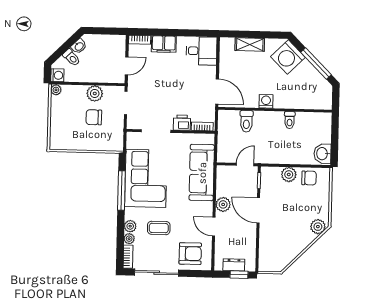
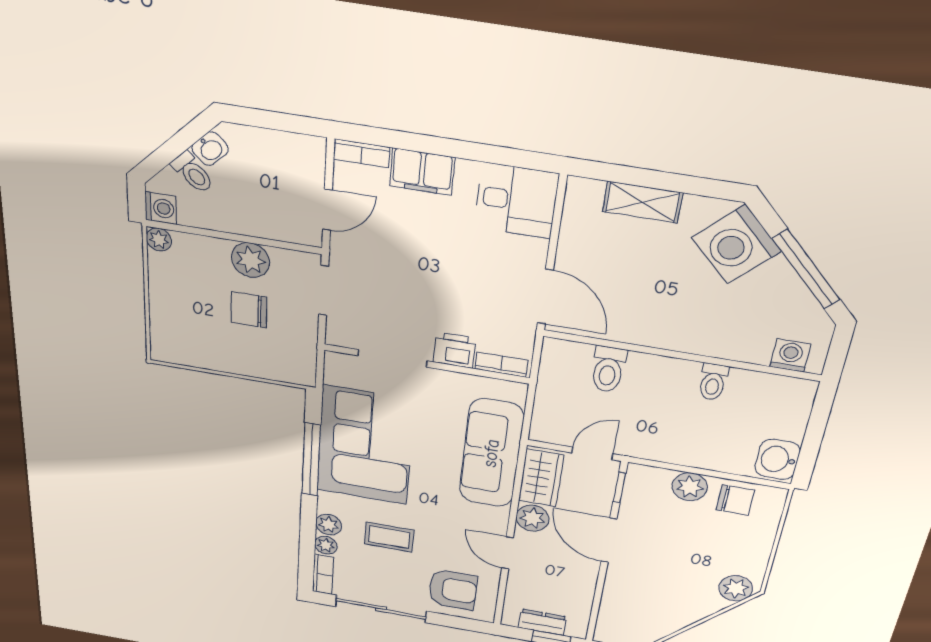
washing machine: (266, 101) -> (790, 355), moved
wardrobe: (225, 182) -> (541, 478), added

